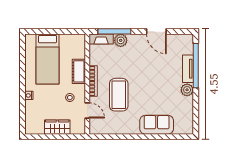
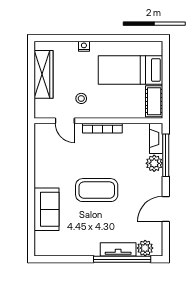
cot: (79, 71) -> (154, 101), moved, turned 90
plant: (187, 90) -> (145, 248), moved
coffee table: (119, 95) -> (97, 190), moved
door: (87, 110) -> (65, 121), hinge flipped
wardrobe: (57, 127) -> (44, 74), width x1.50

